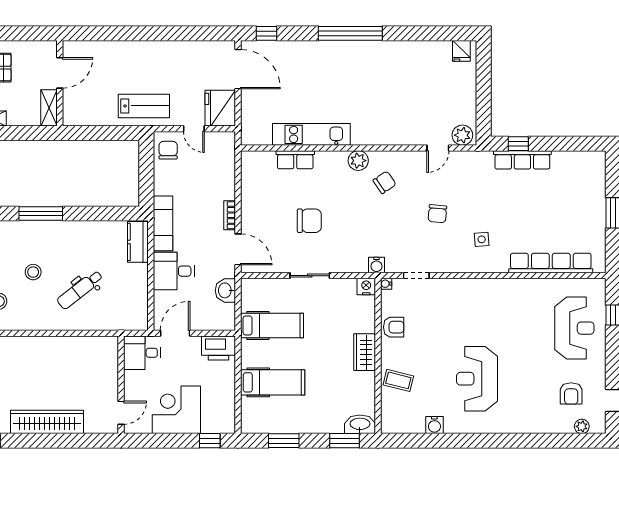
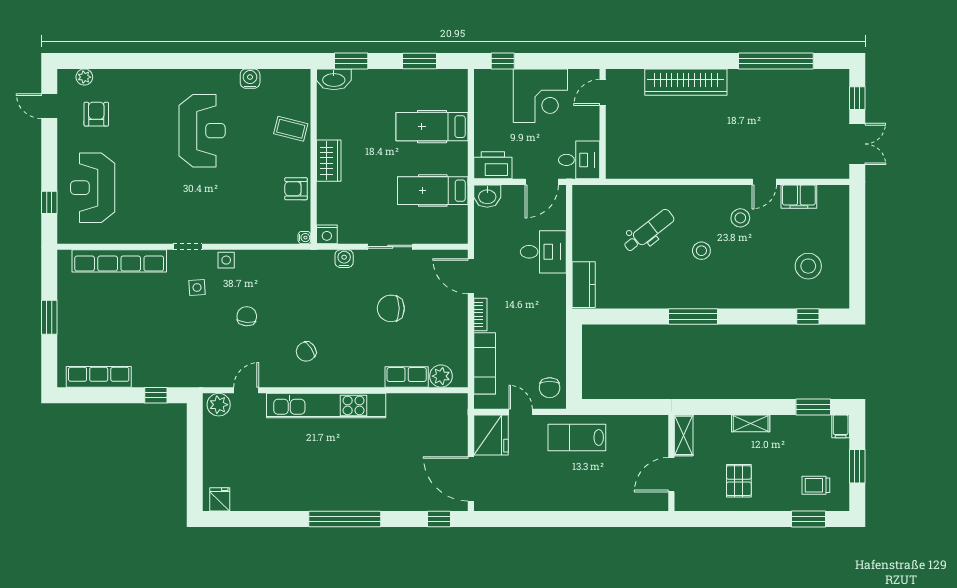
kitchen unit: (311, 134) -> (326, 405), moved, width x1.36
row of seats: (522, 160) -> (99, 377), moved
plant: (358, 161) -> (441, 376), moved
exam couch: (163, 223) -> (485, 363), moved, turned 180
side table: (456, 264) -> (226, 260), added
water cooler: (377, 265) -> (344, 259), moved
doorway: (416, 276) -> (188, 247), moved
washbasin: (225, 290) -> (487, 196), moved, turned 90

